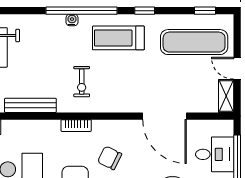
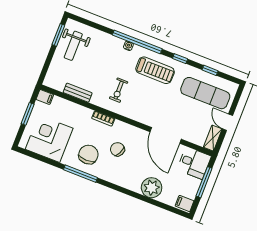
window: (205, 11) -> (210, 70), moved
treadmill: (118, 38) -> (155, 70), turned 180
bench: (30, 105) -> (78, 93), width x0.73
desk: (215, 154) -> (194, 163), moved

